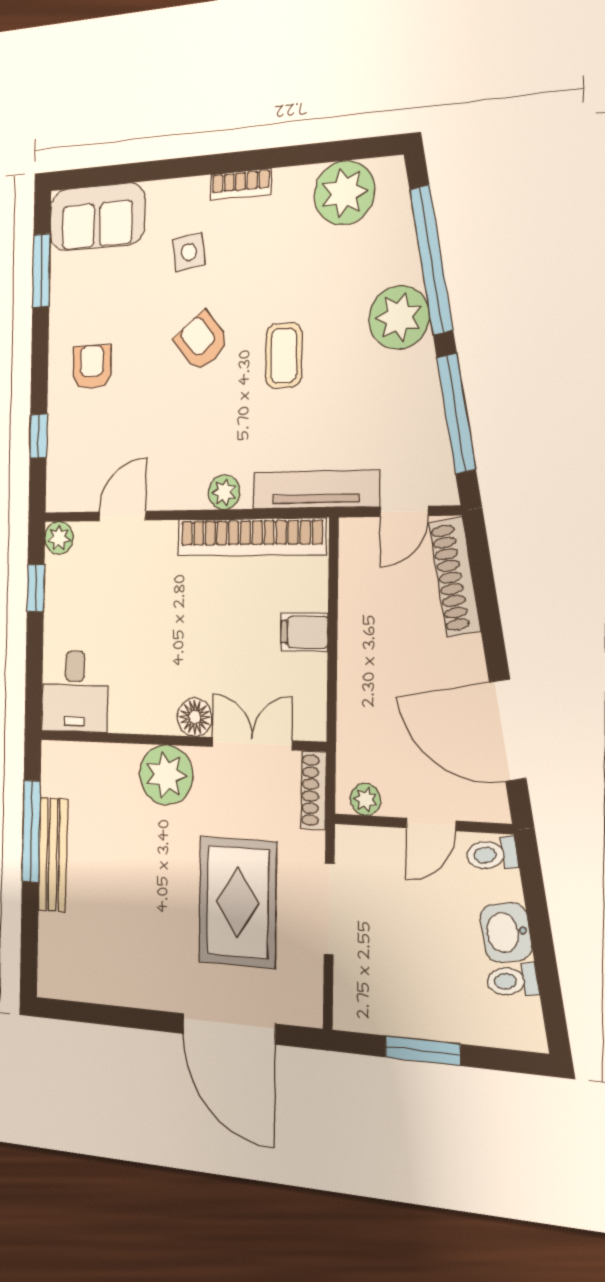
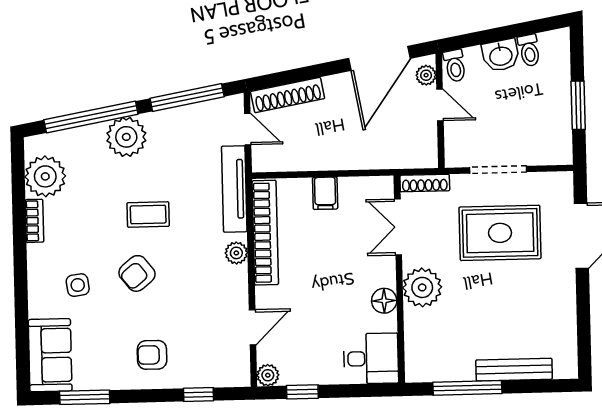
bookcase: (241, 184) -> (34, 221), moved
door: (122, 516) -> (253, 327), swing flipped
floor lamp: (195, 717) -> (384, 301), moved
plant: (365, 799) -> (426, 75), moved
bench: (53, 855) -> (514, 370), moved

